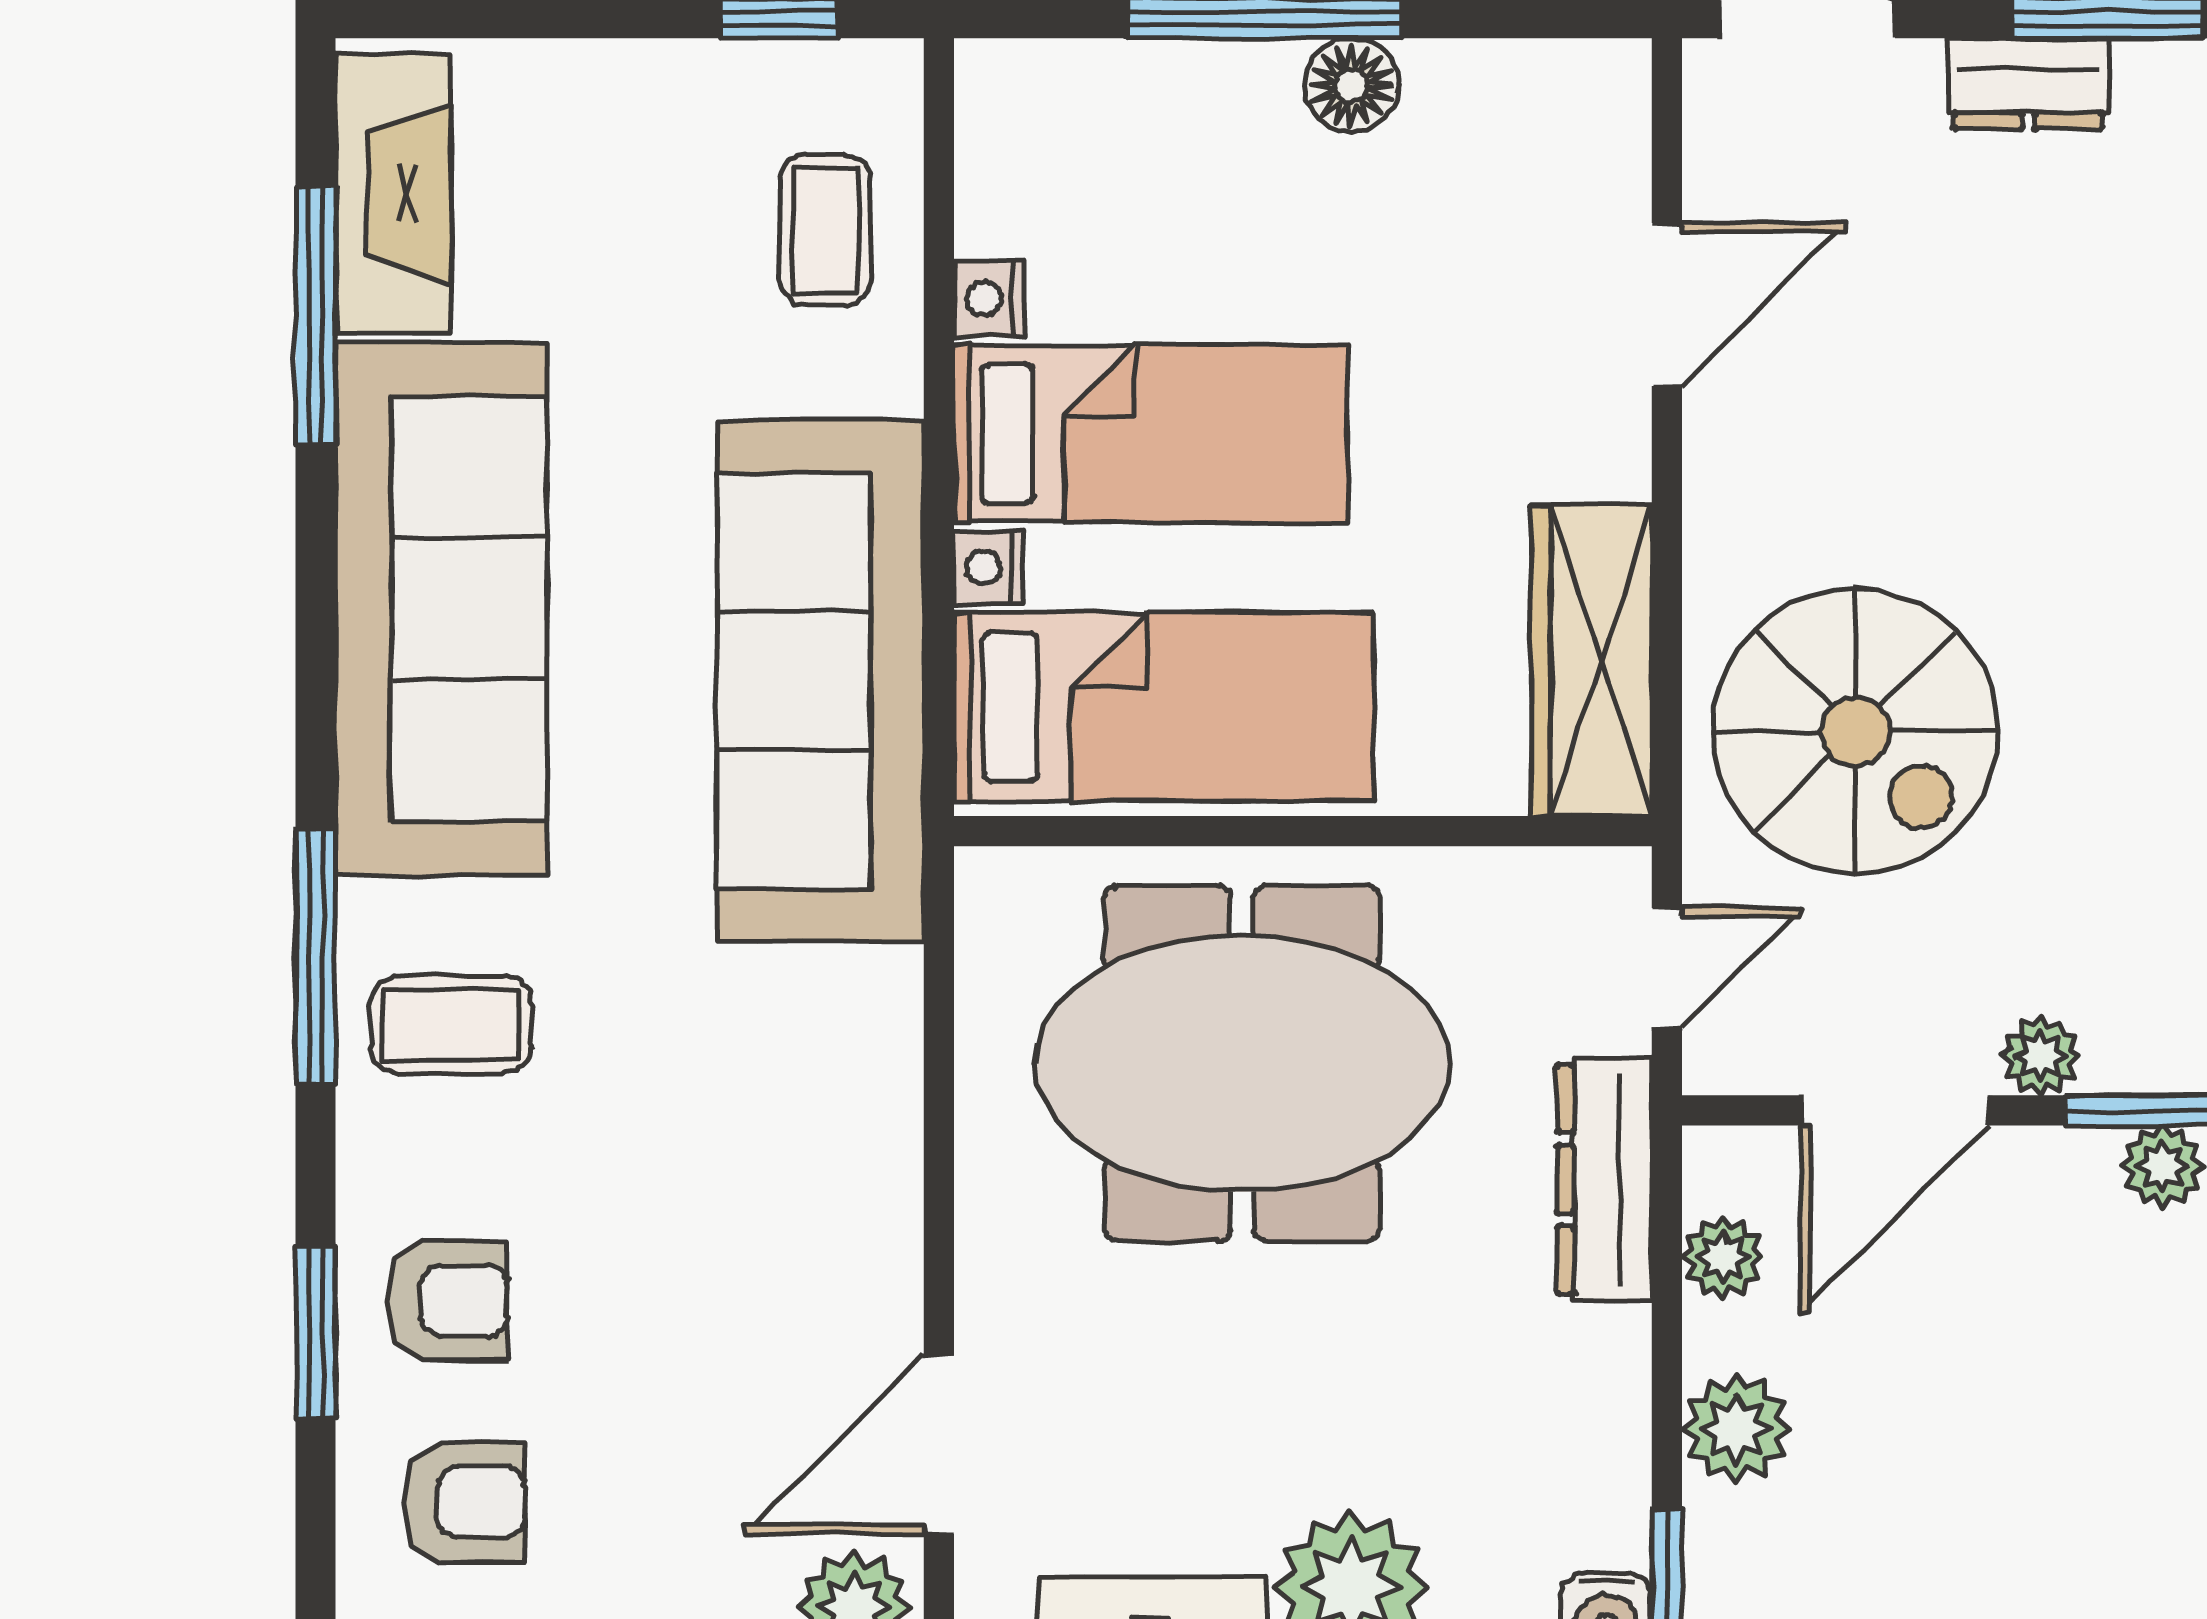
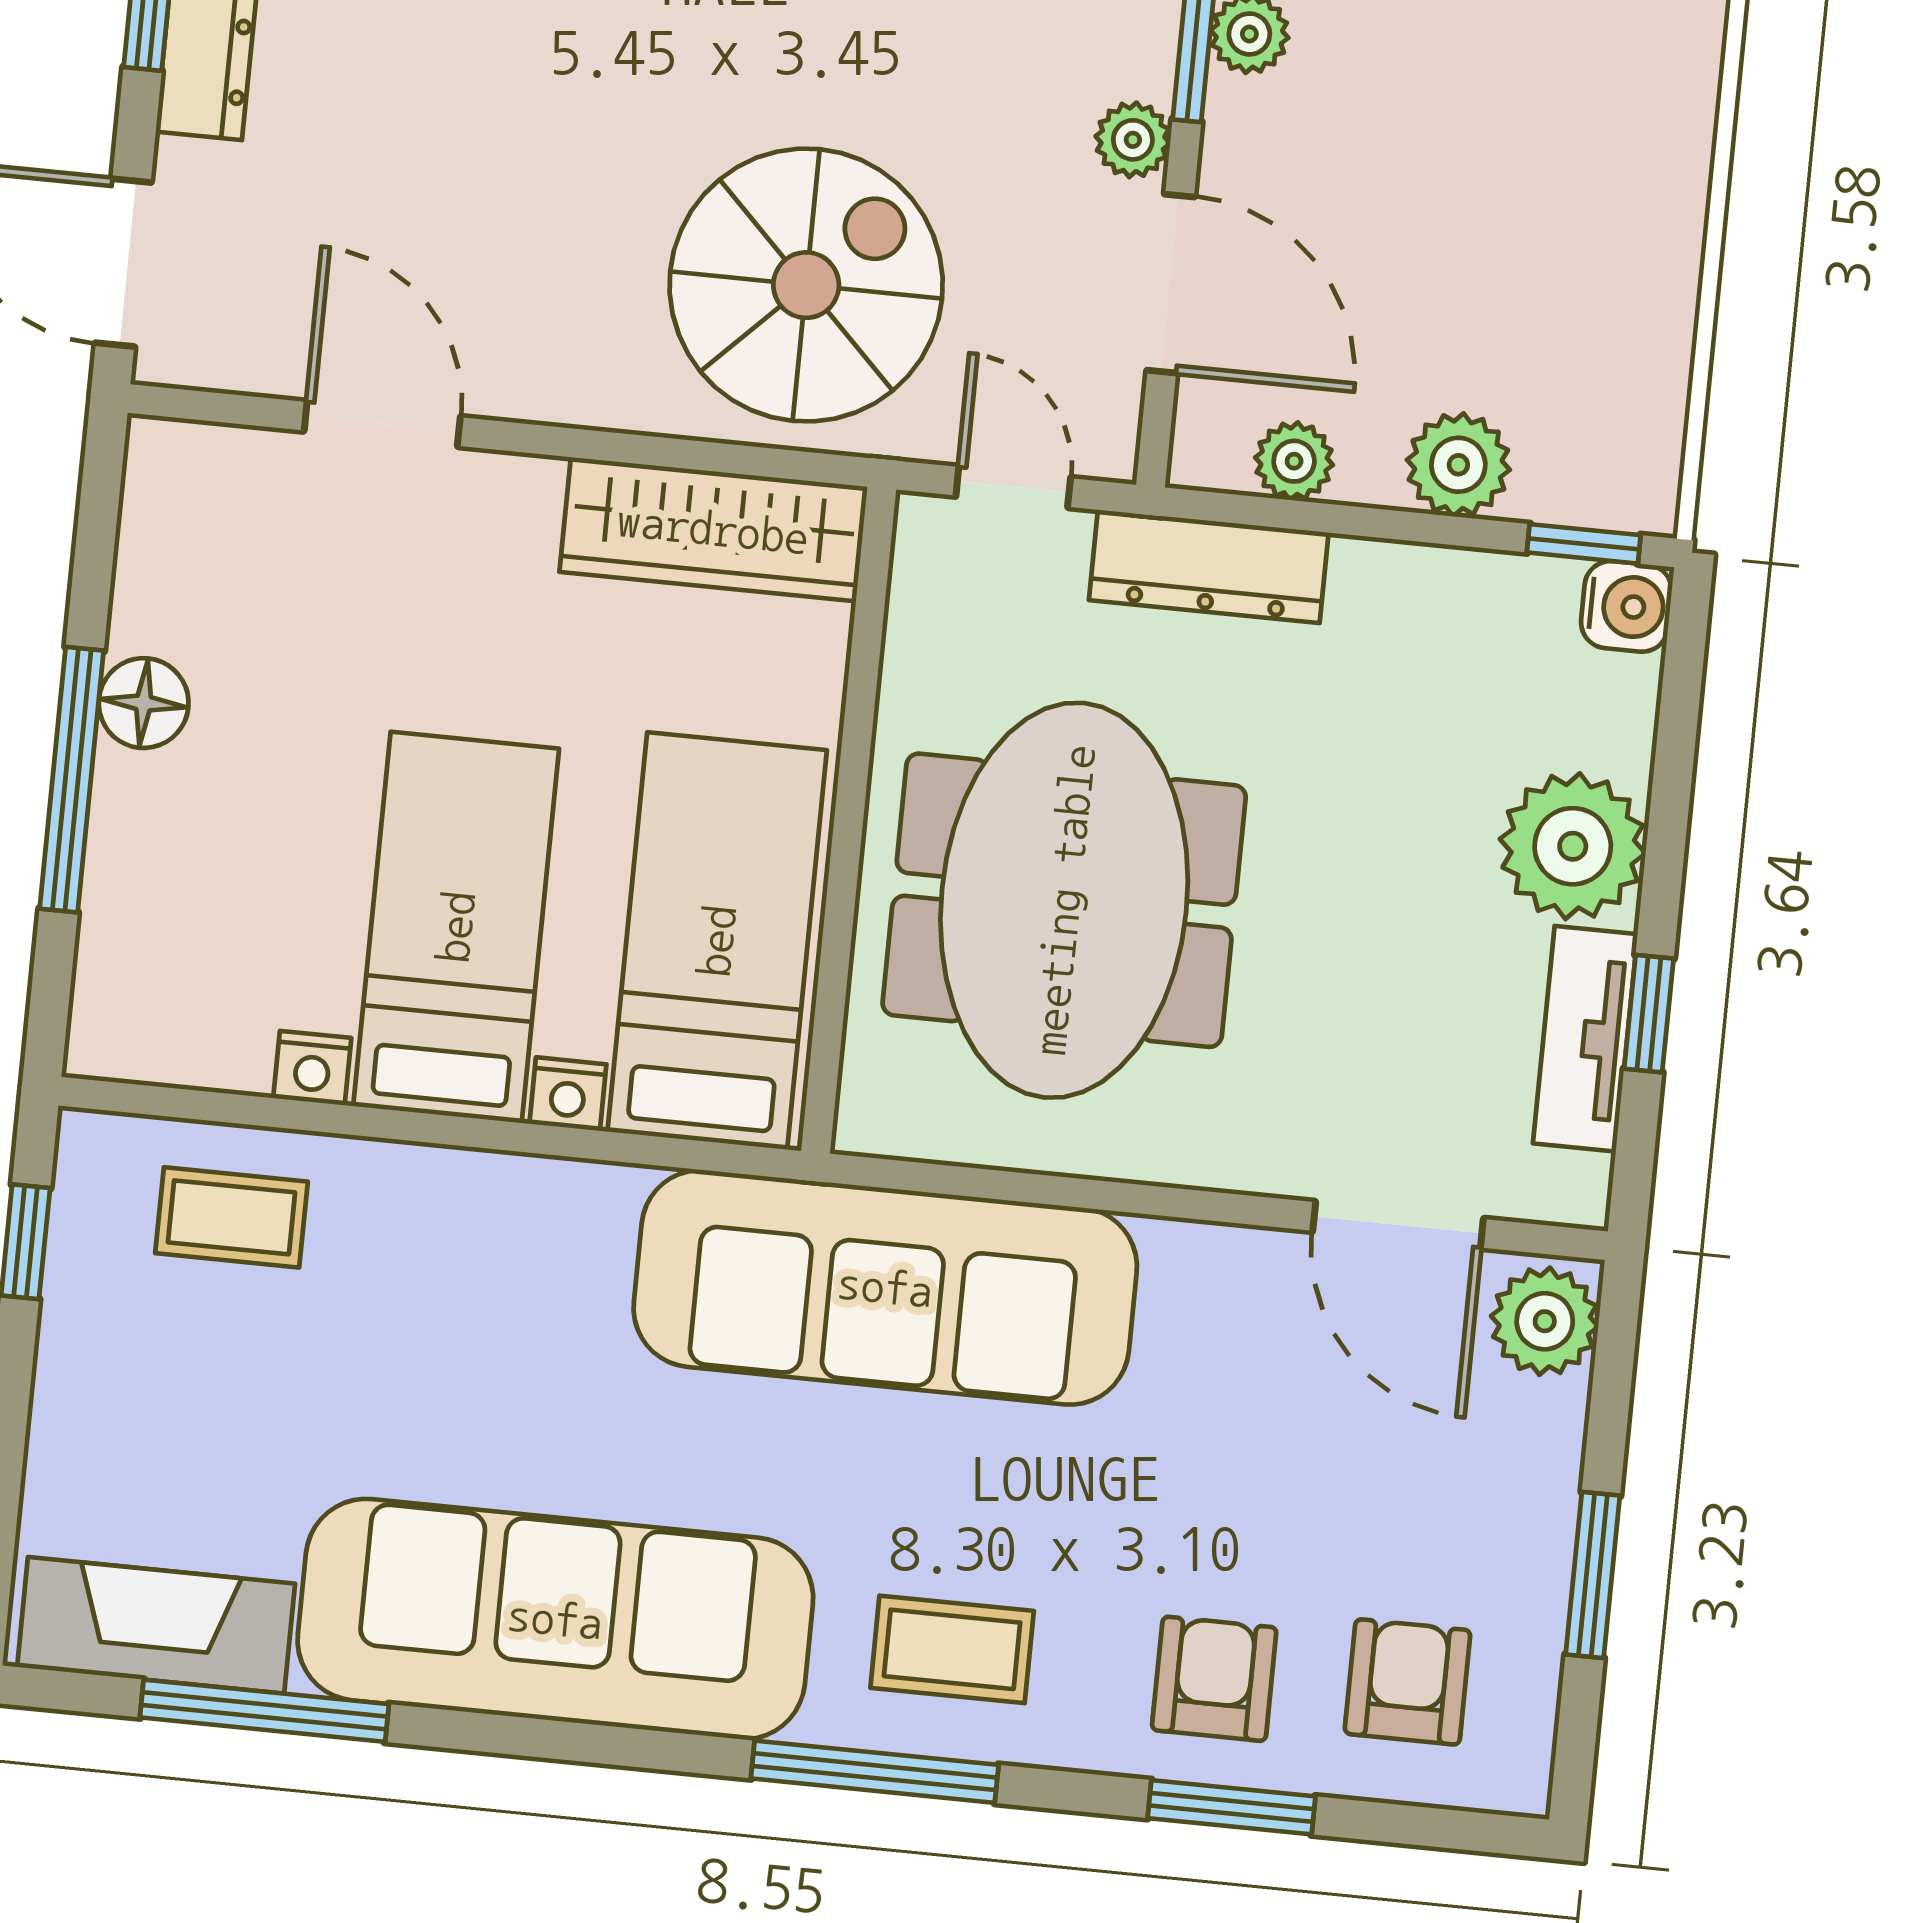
sofa: (821, 681) -> (885, 1287), moved
coffee table: (451, 1025) -> (952, 1649), turned 90

